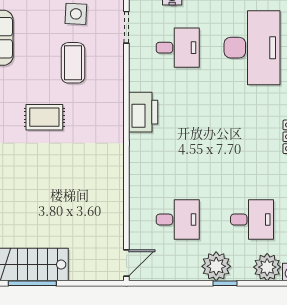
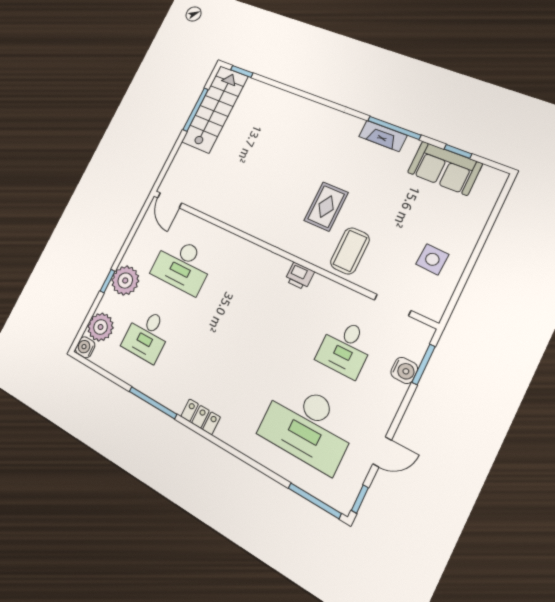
coffee table: (73, 63) -> (350, 251), moved, turned 90
printer: (143, 112) -> (300, 276), width x0.53, depth x0.68
rug: (44, 117) -> (326, 207), moved
desk: (178, 220) -> (182, 265), width x1.37

